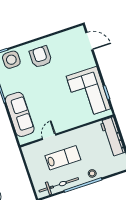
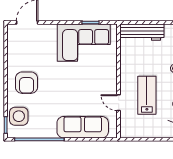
armchair: (41, 57) -> (27, 83), turned -90

